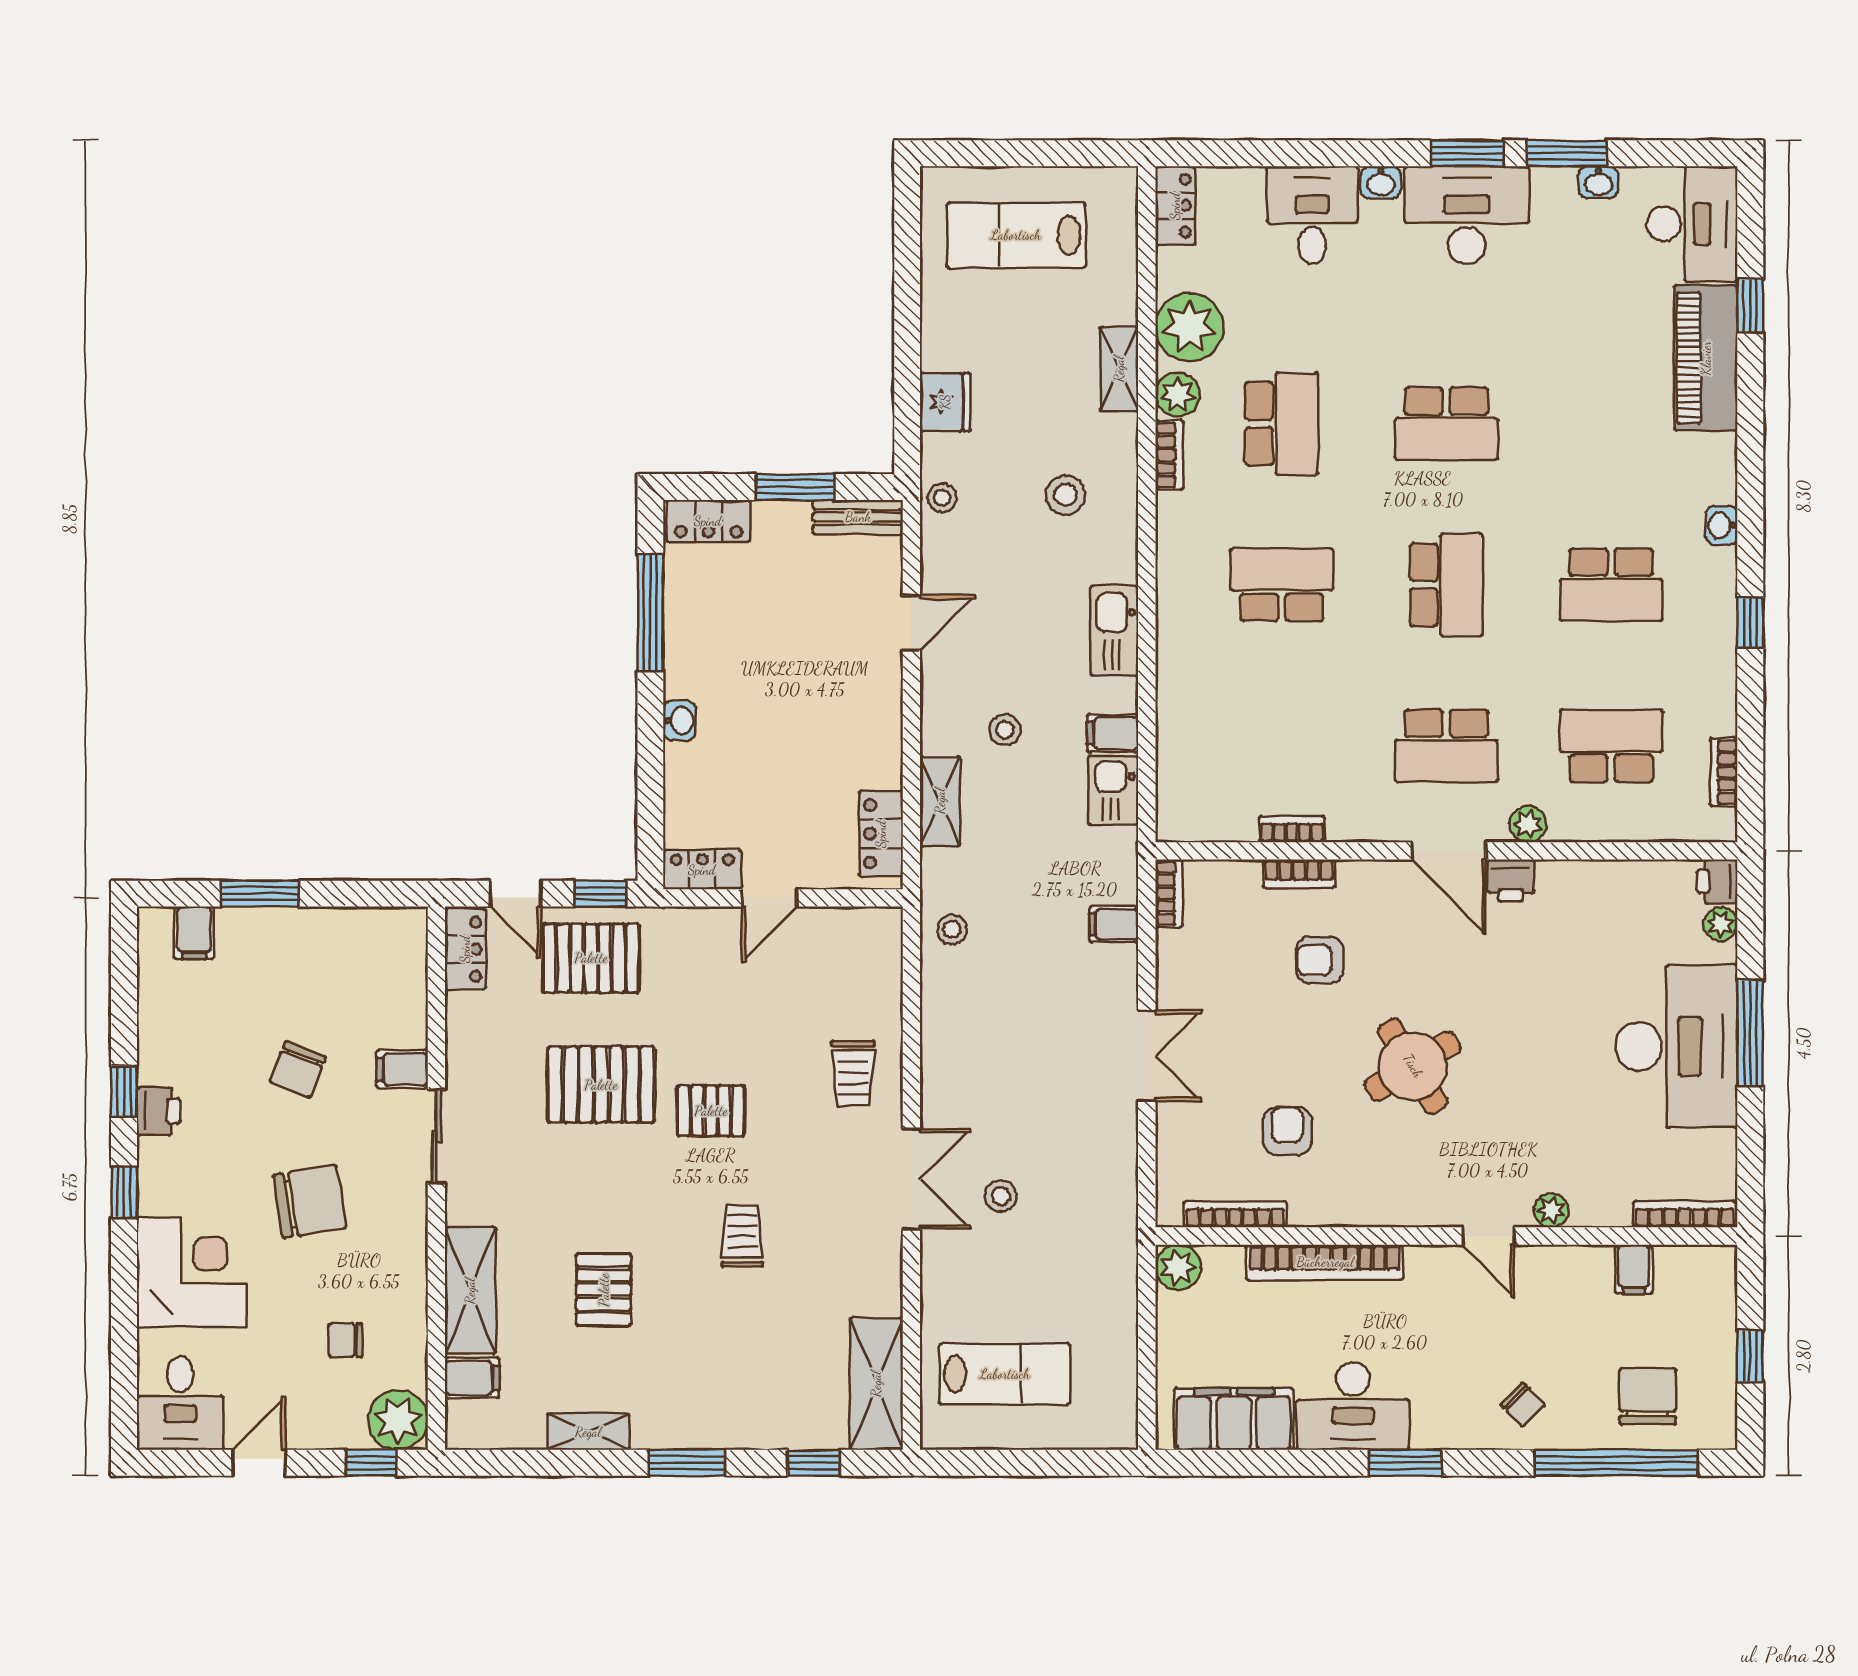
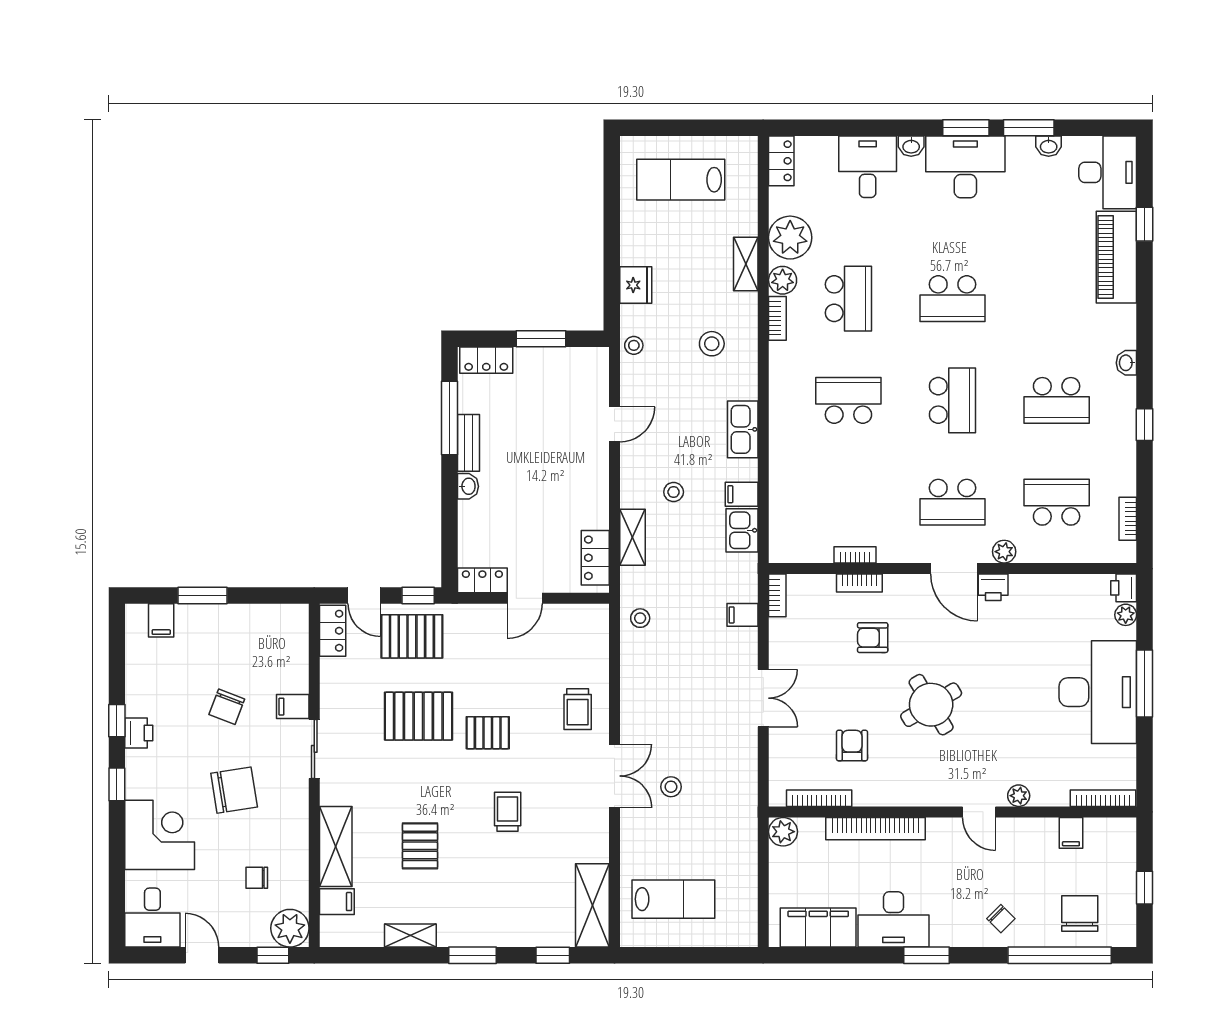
bench: (858, 517) -> (469, 443), moved, turned 90
door: (259, 1463) -> (202, 955), hinge flipped

